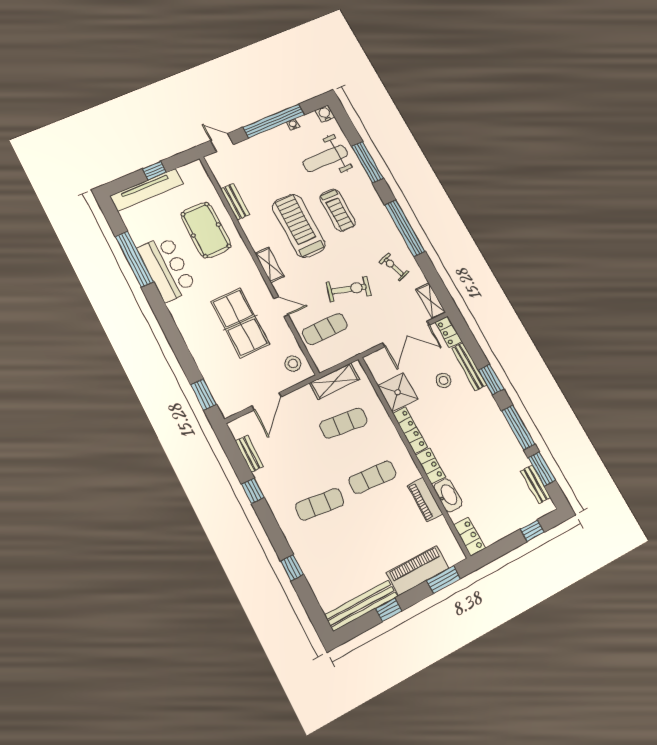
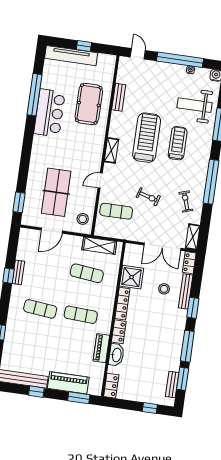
treadmill: (338, 210) -> (178, 143), turned 180
exercise bike: (349, 289) -> (148, 197), width x0.73, depth x0.72
door: (281, 307) -> (100, 181), swing flipped
table tennis table: (240, 323) -> (56, 192), moved
bench: (249, 454) -> (18, 272), moved

